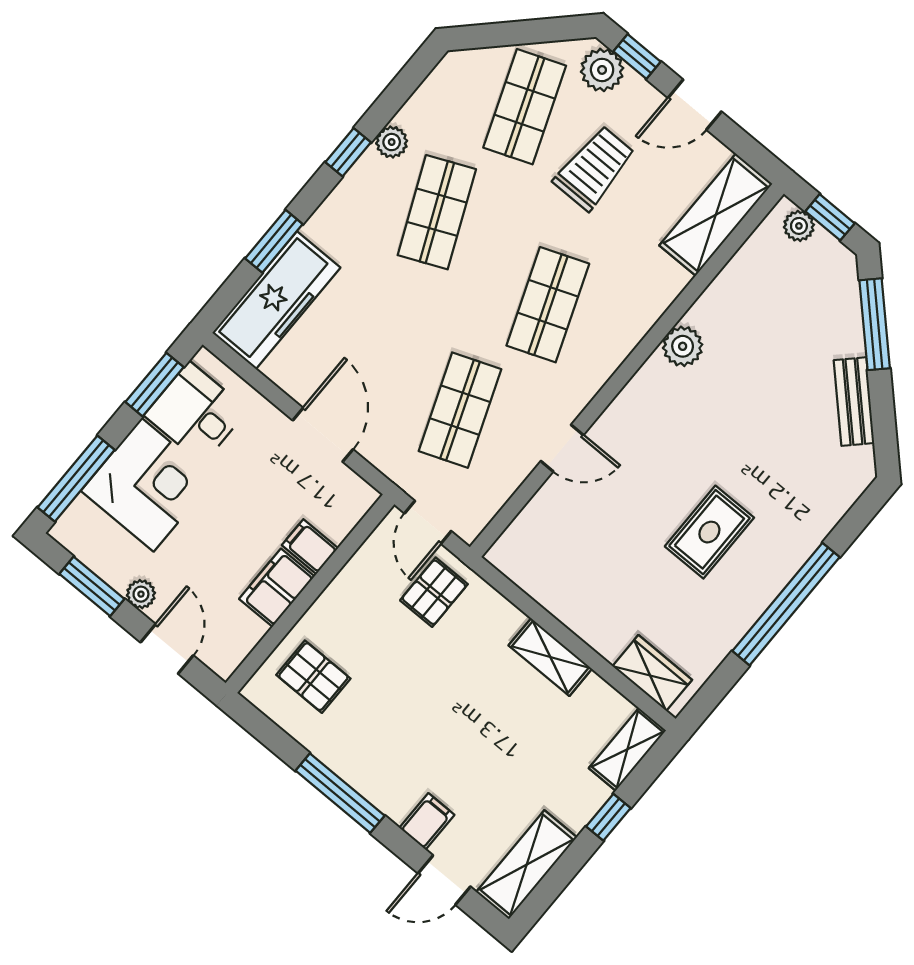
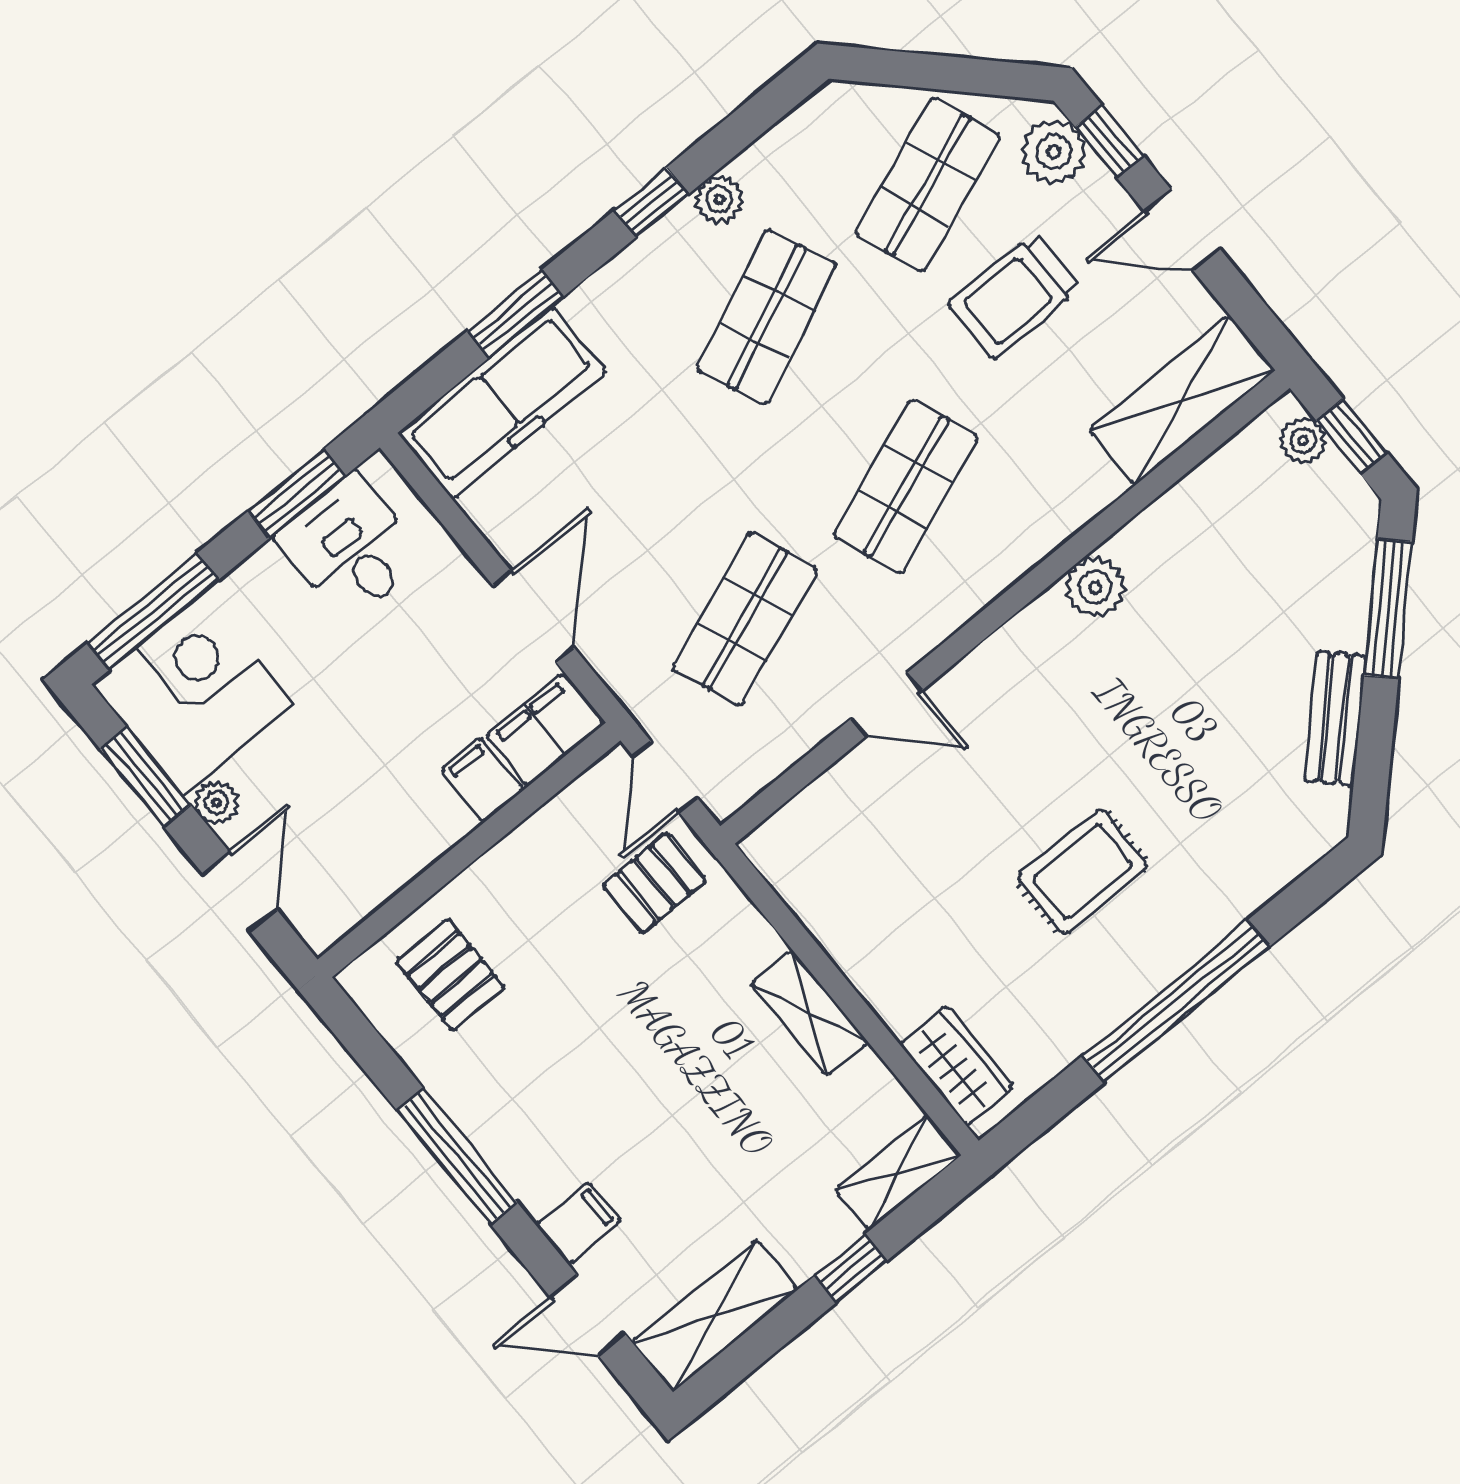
trolley: (594, 168) -> (1014, 296), turned 180
corner desk: (148, 485) -> (193, 694), moved, turned -90
filing cabinet: (277, 588) -> (545, 730), moved

